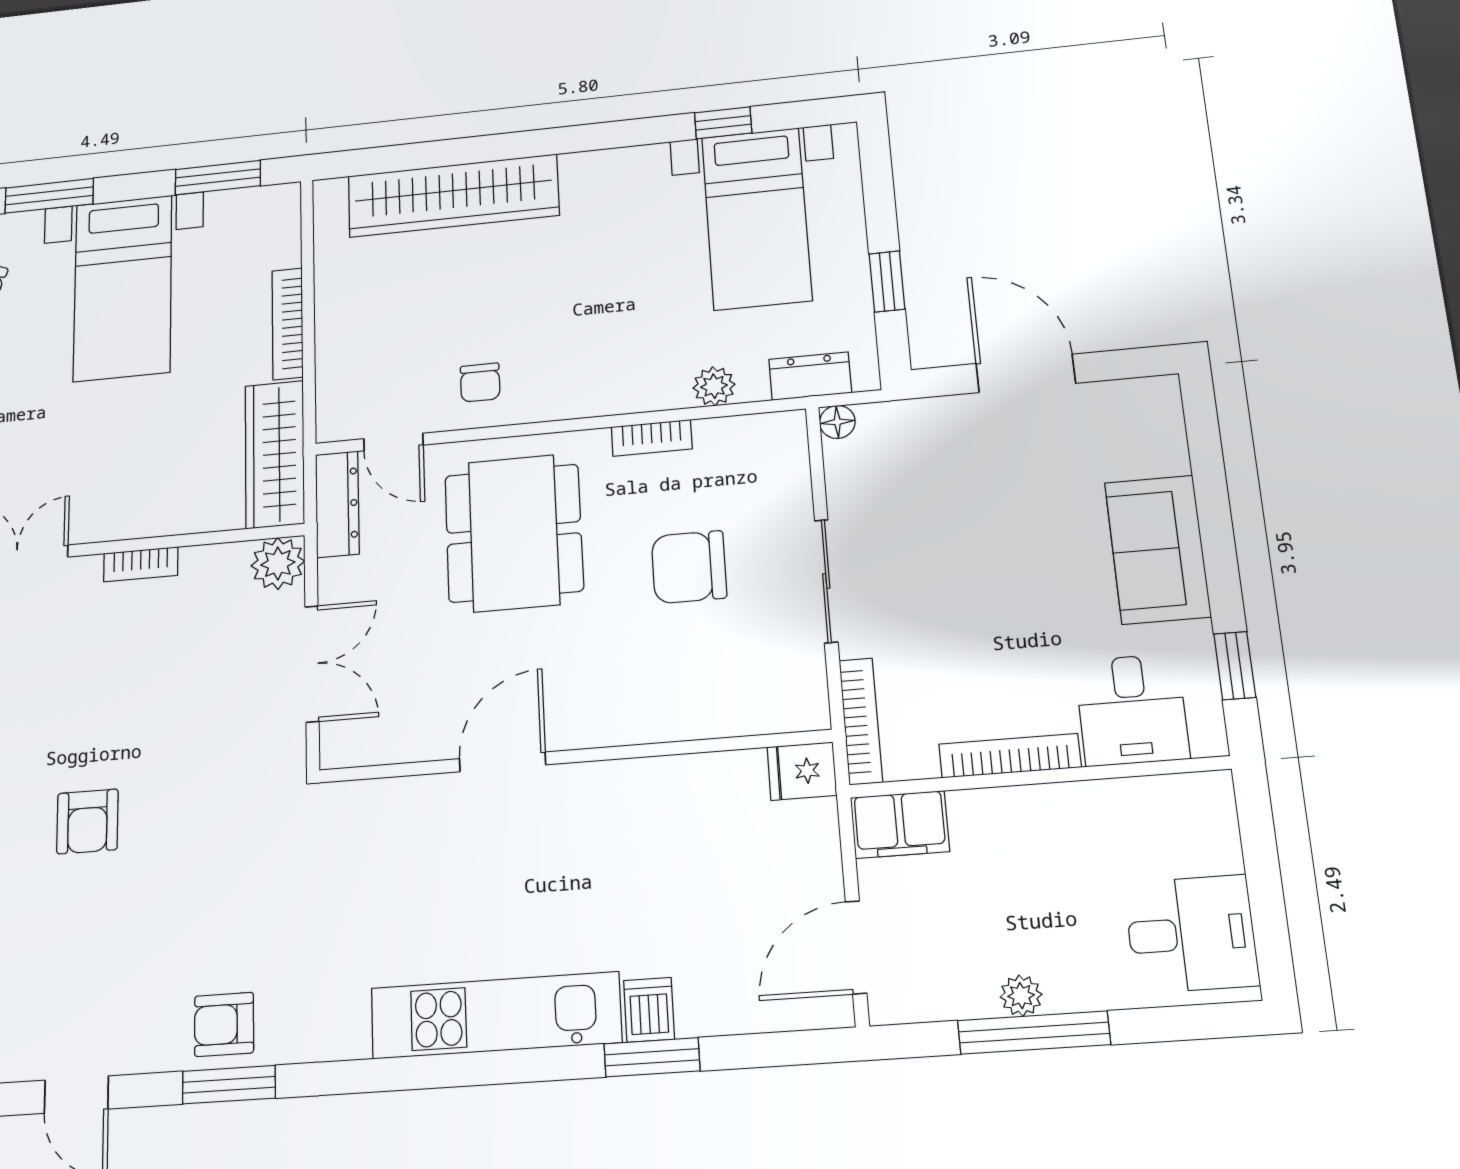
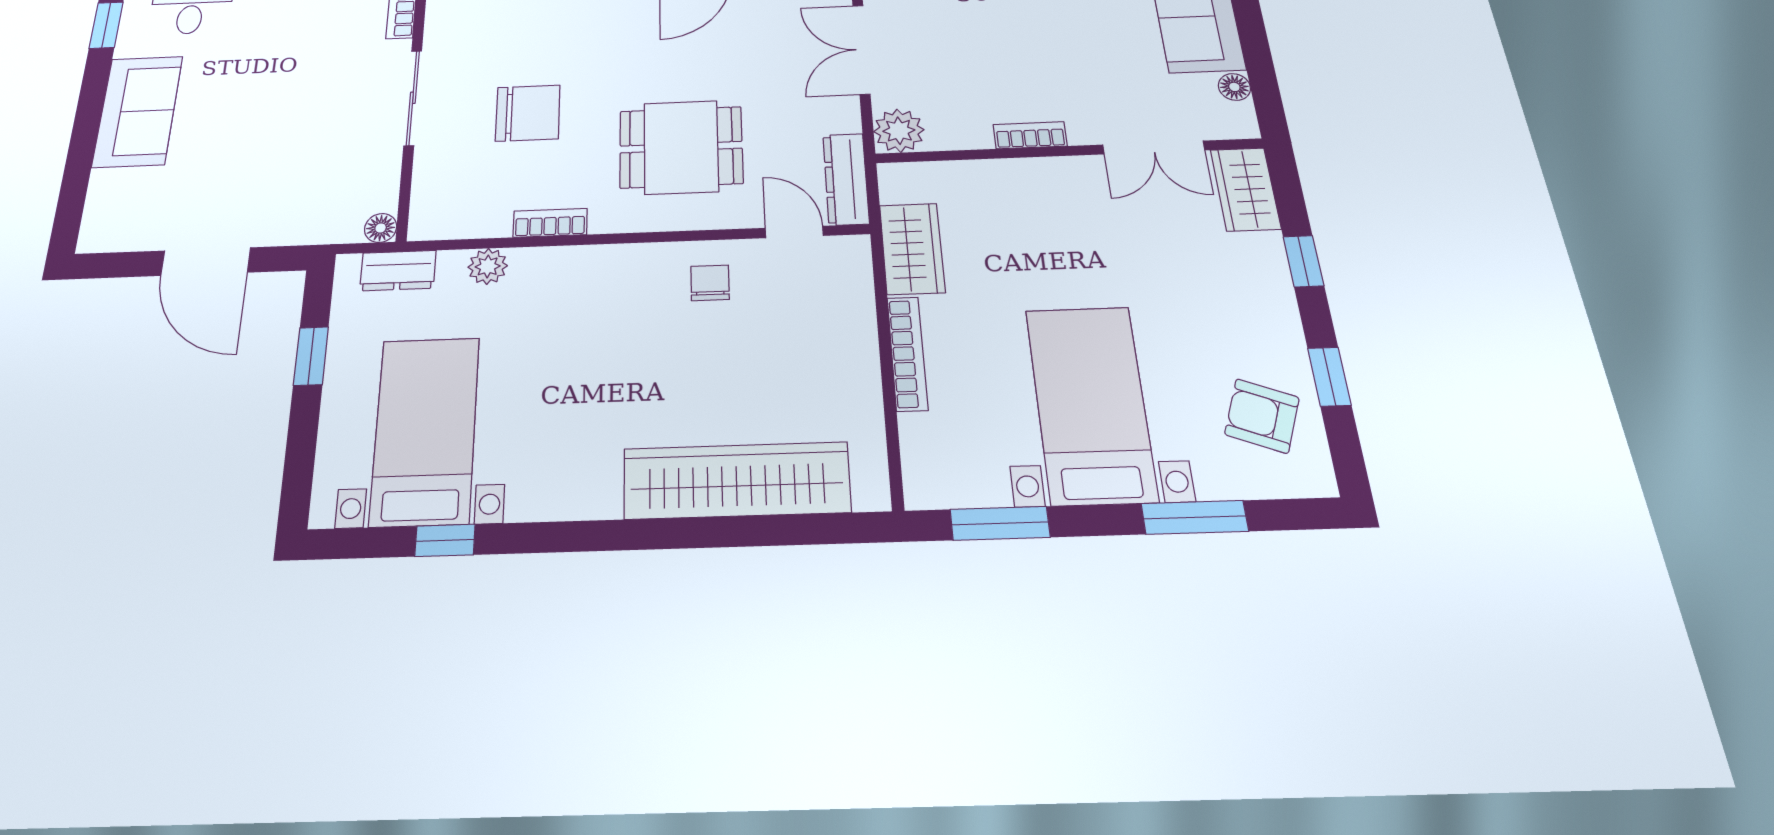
wardrobe: (275, 454) -> (912, 249), width x0.67
dining table: (514, 533) -> (681, 147), width x0.73

